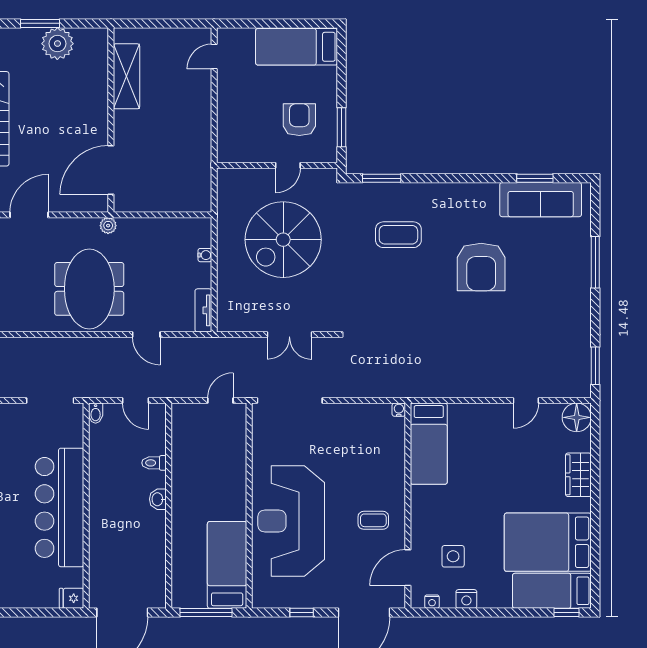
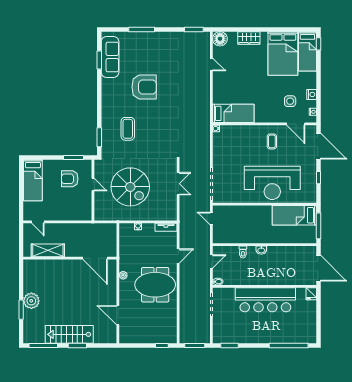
shelving: (126, 76) -> (48, 250), moved
wall: (111, 120) -> (70, 258), moved
door: (111, 170) -> (95, 258), moved

